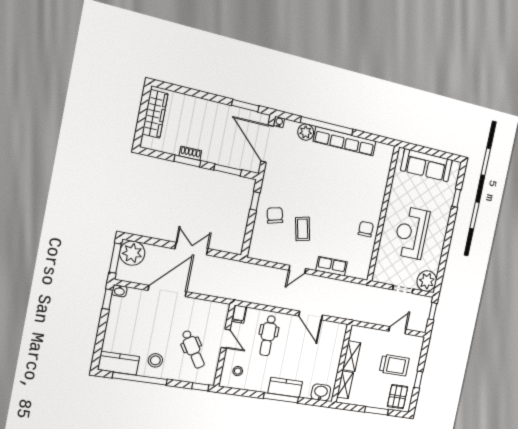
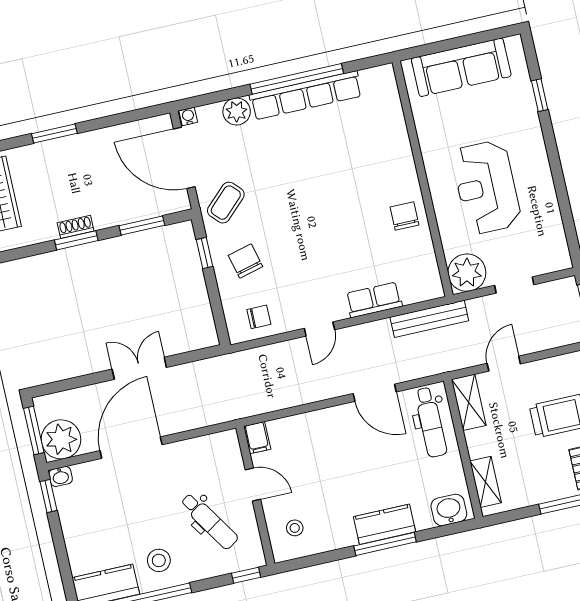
window: (245, 106) -> (54, 133), moved
window: (327, 126) -> (297, 79), moved
coffee table: (303, 229) -> (226, 203), moved, turned 59
chair: (269, 249) -> (259, 317), added
plant: (132, 253) -> (61, 439), moved
plant: (427, 281) -> (467, 273), moved
bench: (355, 288) -> (429, 319), added
door: (397, 330) -> (504, 364), moved
dental chair: (268, 336) -> (431, 422), moved
shelving: (352, 356) -> (469, 402), moved

